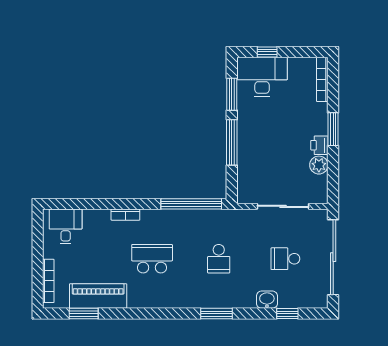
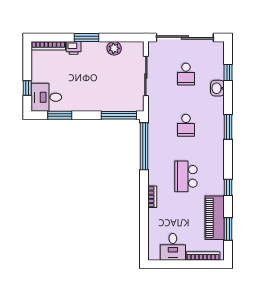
desk: (262, 77) -> (46, 97), width x0.73
window: (232, 142) -> (119, 115), moved
printer: (319, 145) -> (74, 48), moved
desk: (66, 226) -> (173, 247), moved, turned -90
school desk: (219, 259) -> (186, 125), turned 90
window: (138, 314) -> (228, 187), added

